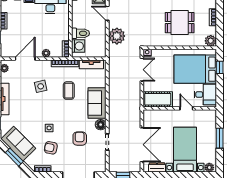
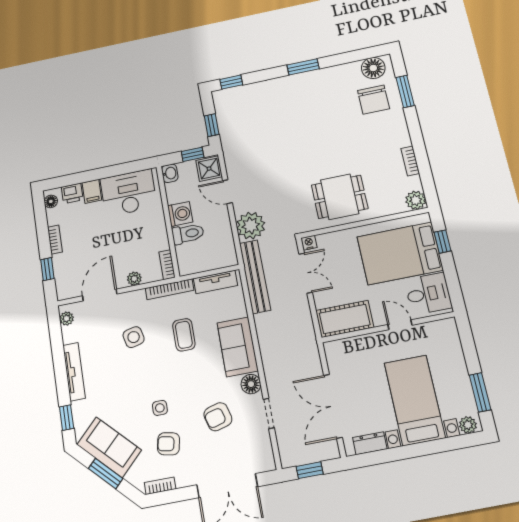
dining table: (180, 23) -> (340, 197), moved
washing machine: (78, 46) -> (180, 214), moved
bench: (114, 66) -> (255, 277), added
window: (220, 138) -> (480, 392), moved
armchair: (80, 139) -> (218, 417), turned -105
double door: (142, 145) -> (333, 406), swing flipped

